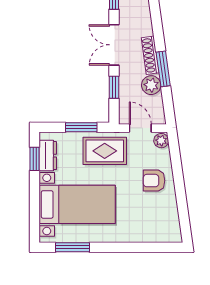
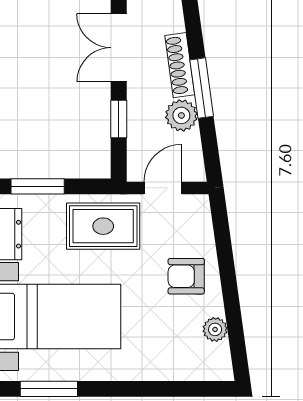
window: (81, 127) -> (38, 186), moved
door: (140, 128) -> (163, 188), hinge flipped
plant: (161, 141) -> (215, 329), moved

